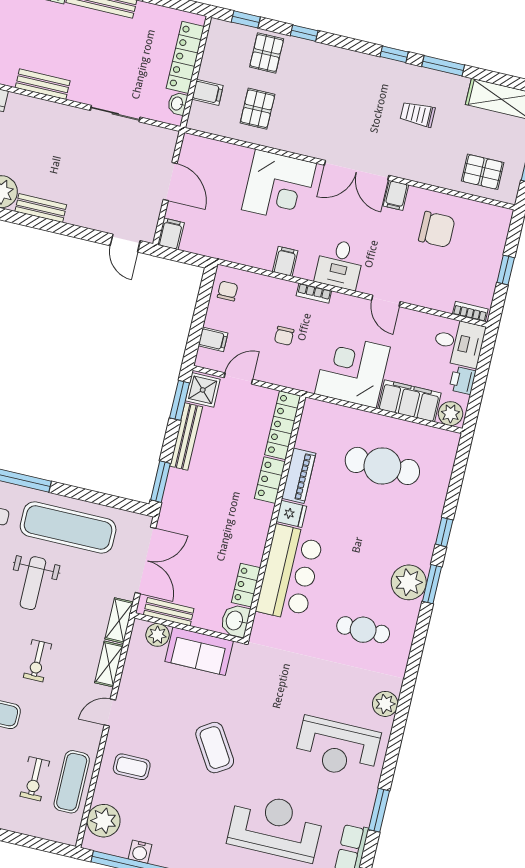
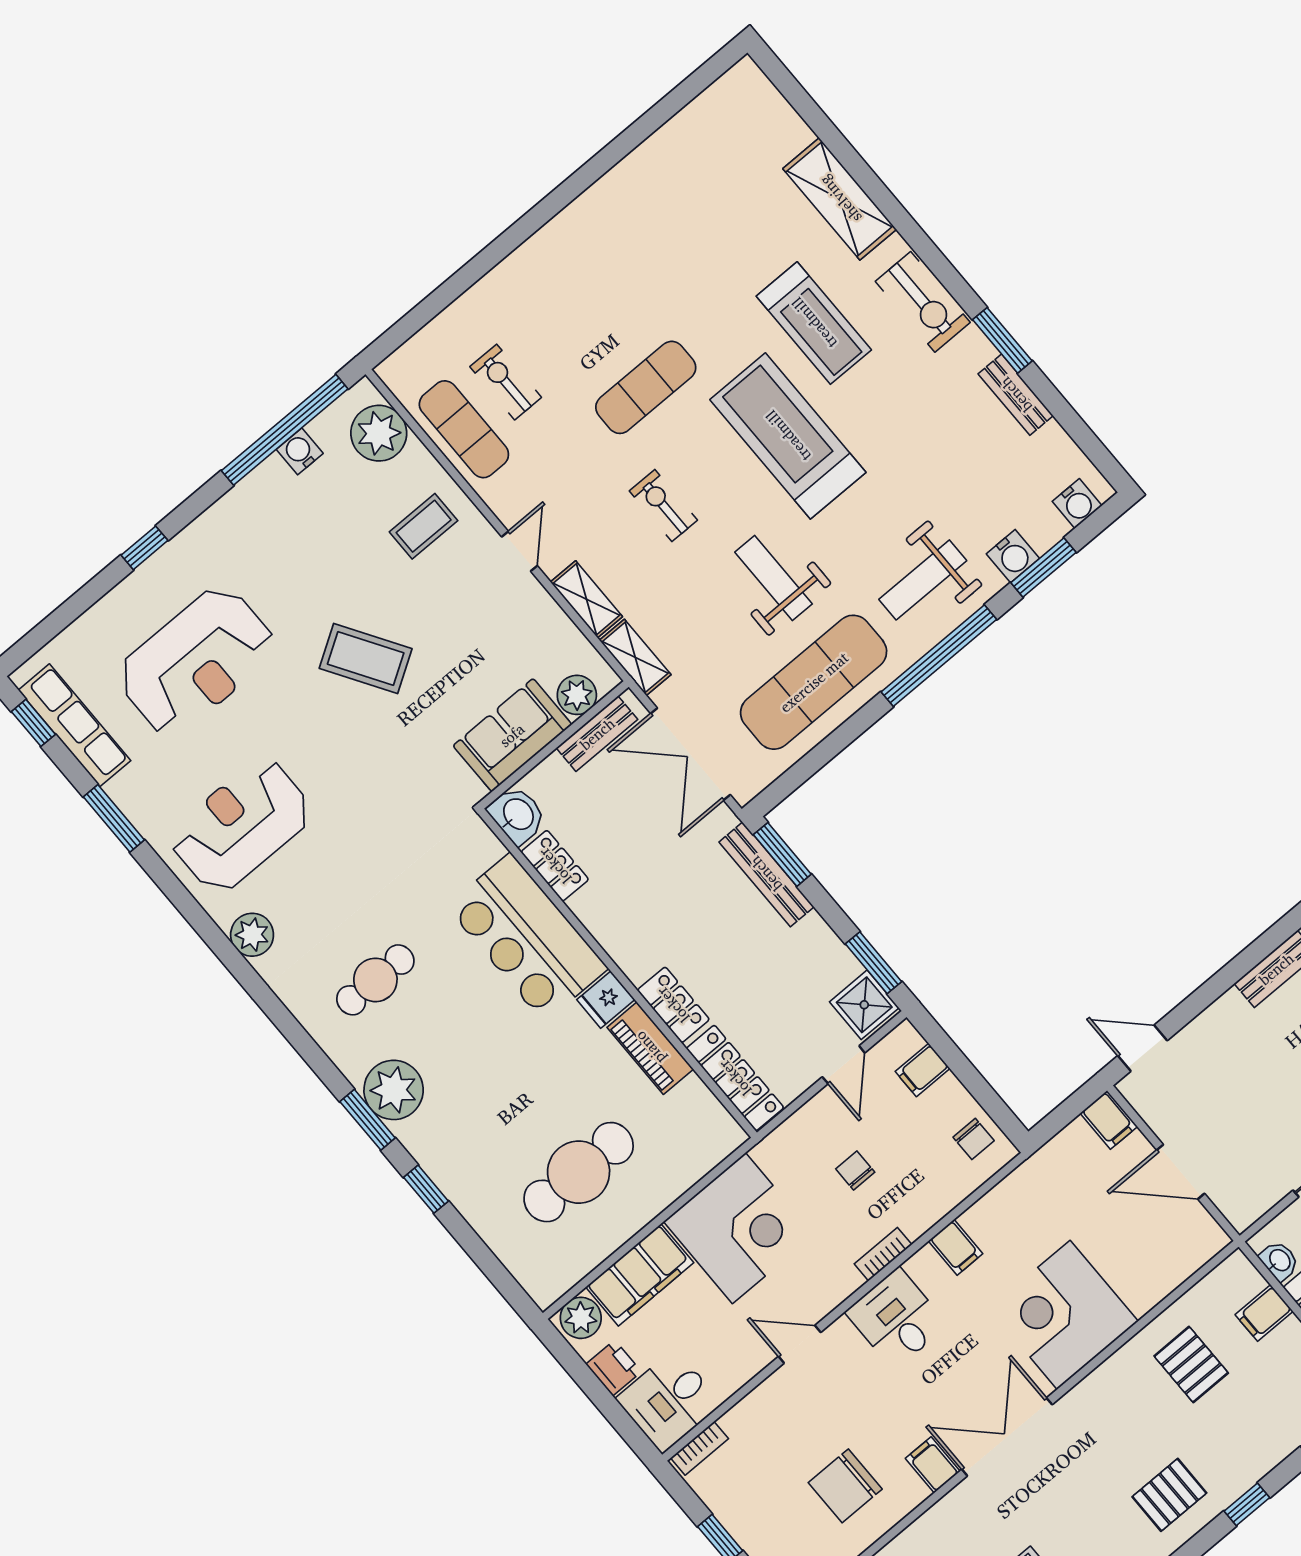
pallet: (267, 53) -> (1169, 1495), moved, turned 90
bench: (186, 436) -> (766, 874), moved

